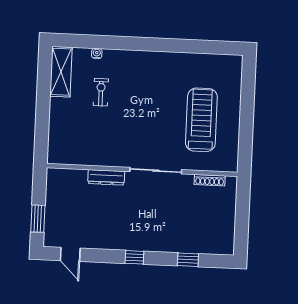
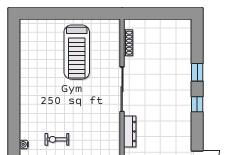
treadmill: (201, 120) -> (77, 52), turned -90
window: (188, 260) -> (197, 72), moved

